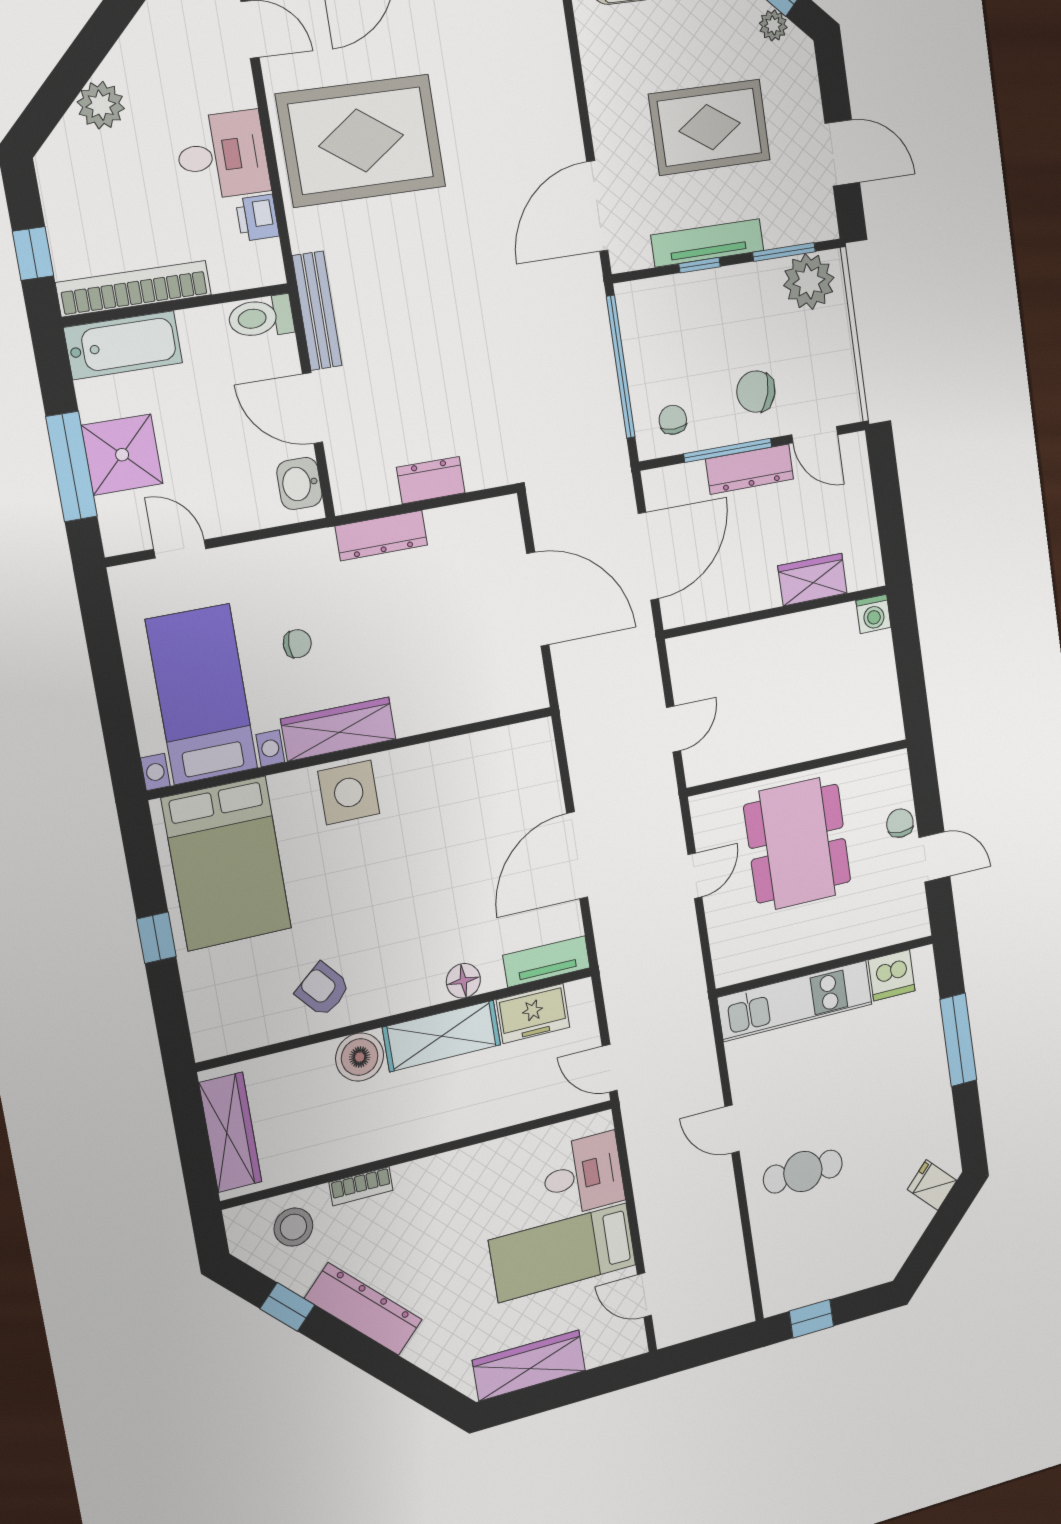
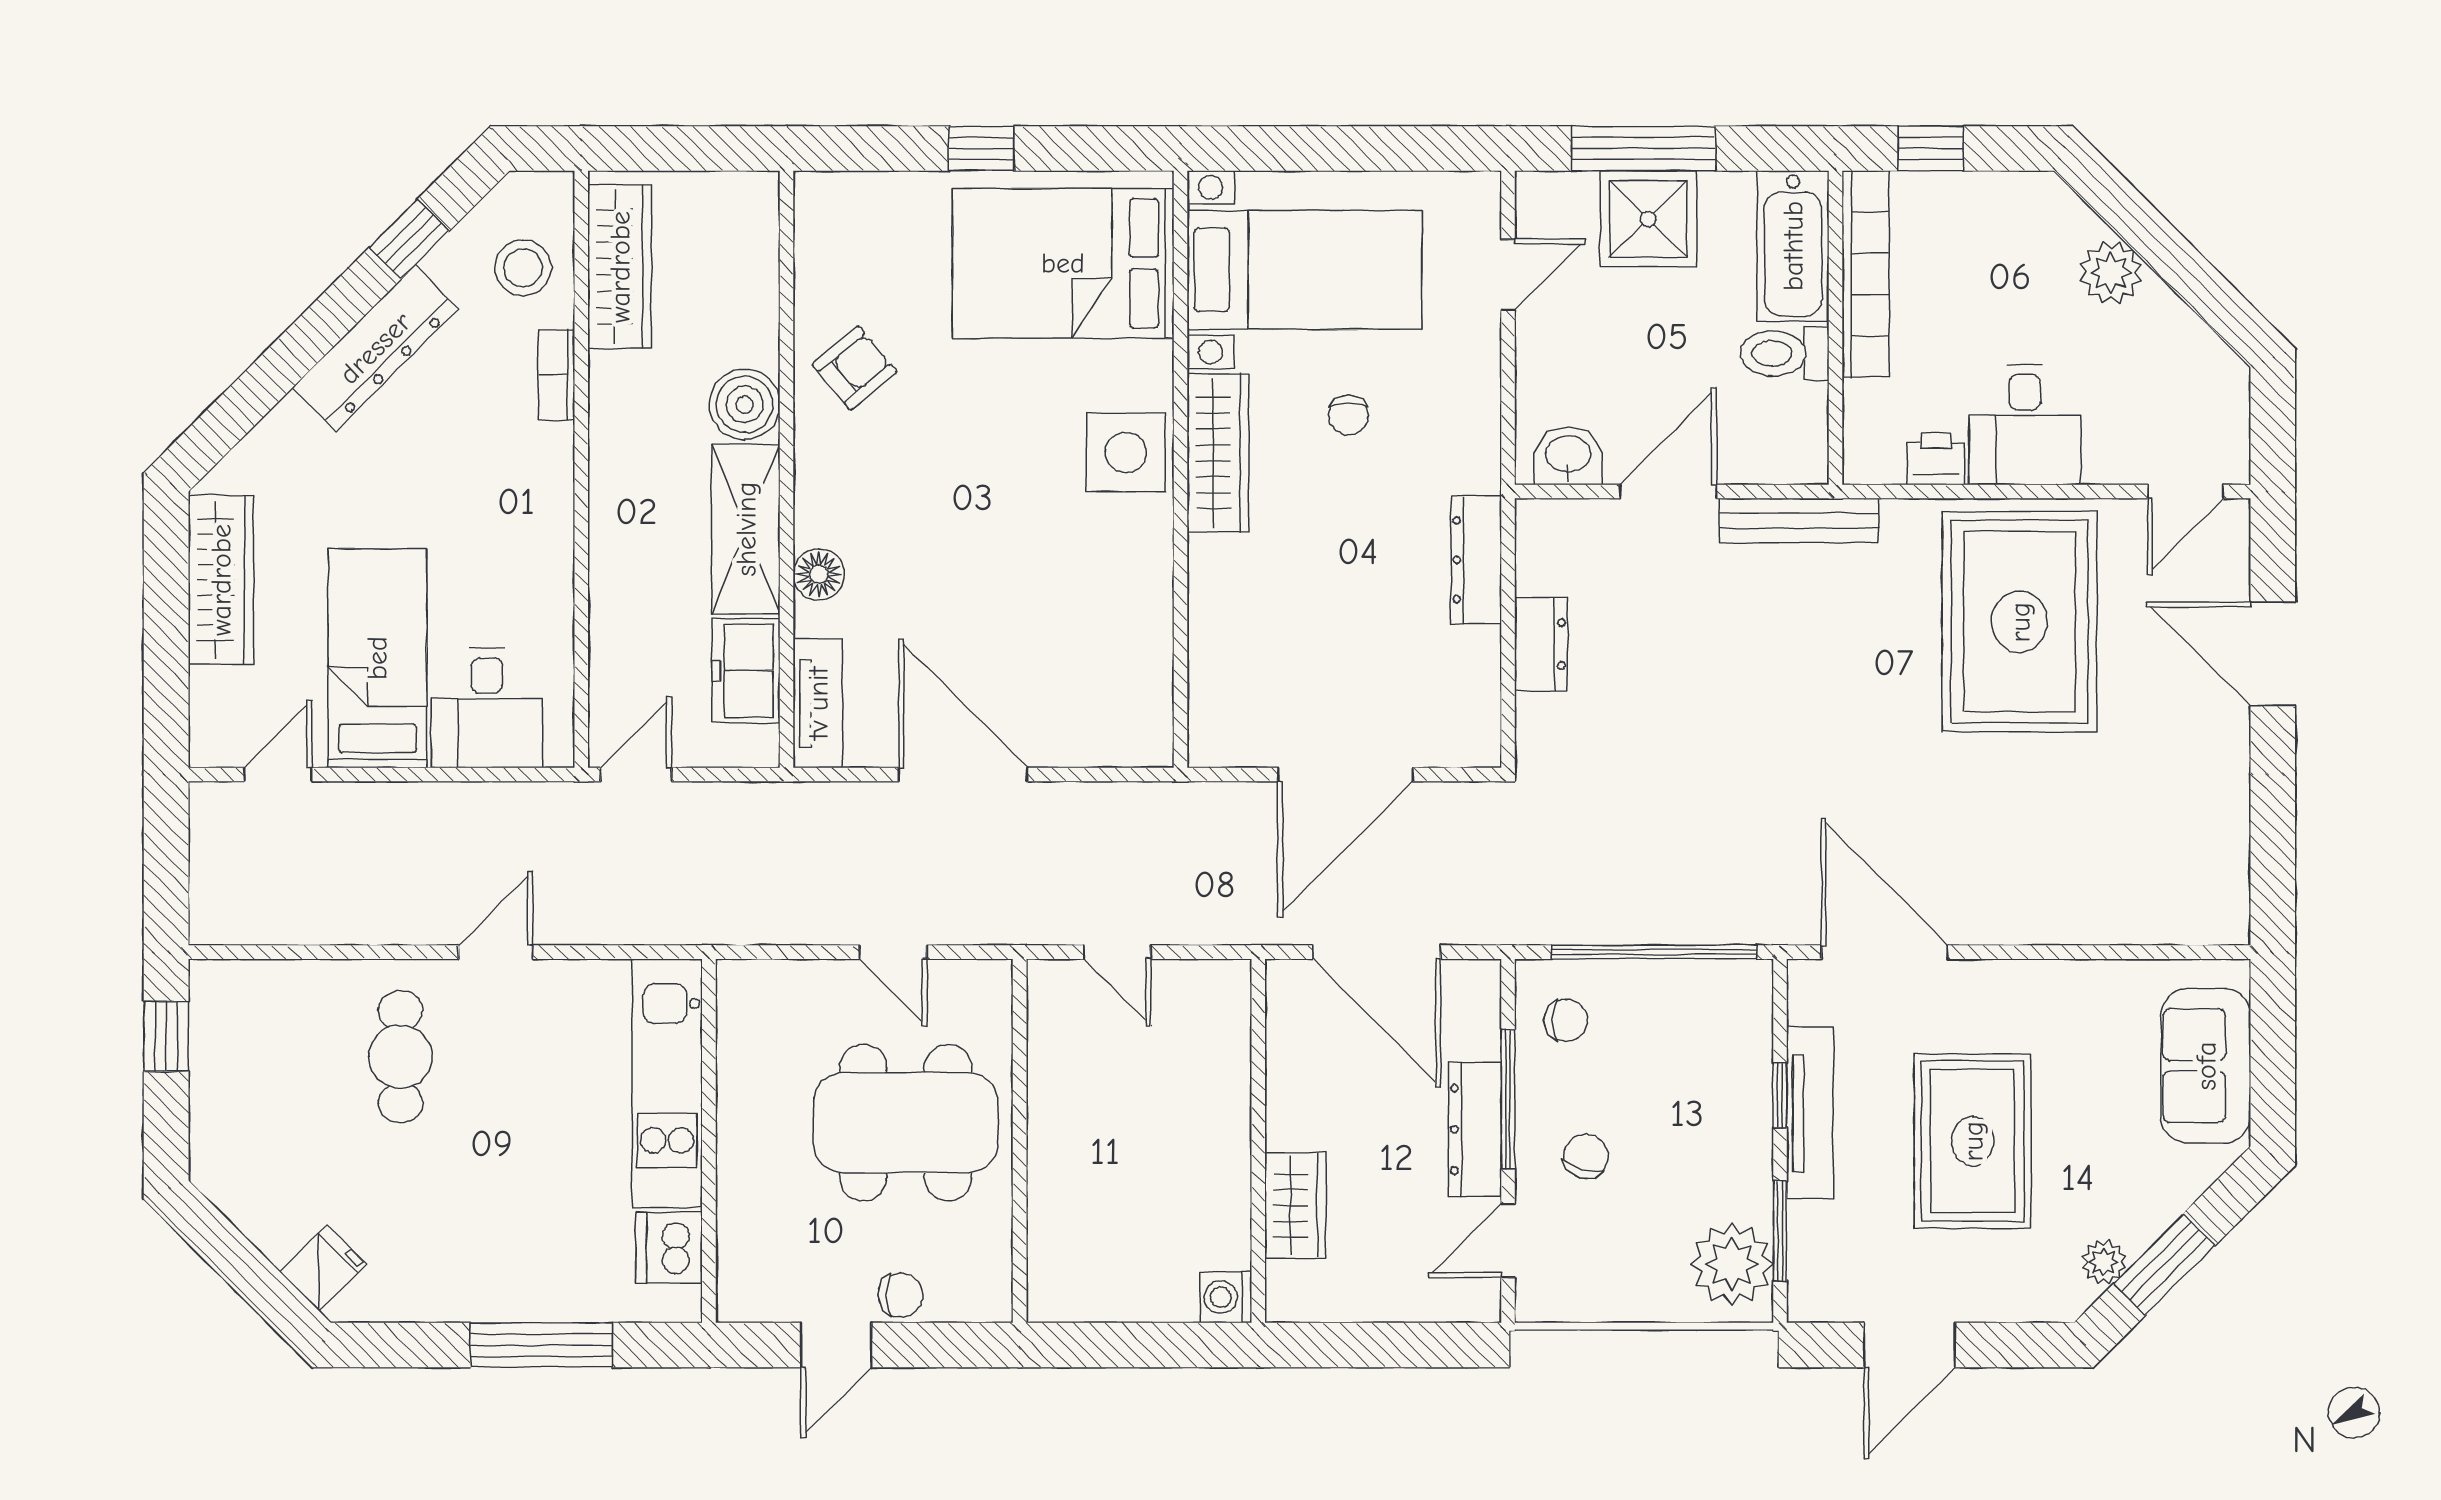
toilet: (261, 317) -> (1784, 353), moved, turned -90
chair: (756, 392) -> (1586, 1156), width x0.73, depth x0.73
wardrobe: (230, 1132) -> (620, 267), moved, turned -90

